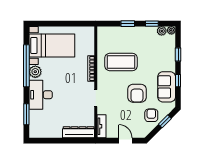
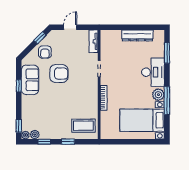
window: (178, 55) -> (19, 126), moved
coffee table: (121, 62) -> (83, 126), moved, width x0.73, depth x0.76
window: (26, 66) -> (167, 100), width x0.68
armchair: (137, 93) -> (59, 74), turned 90
window: (165, 121) -> (40, 38), moved
dresser: (79, 132) -> (137, 35), moved
door: (125, 141) -> (70, 27), swing flipped

